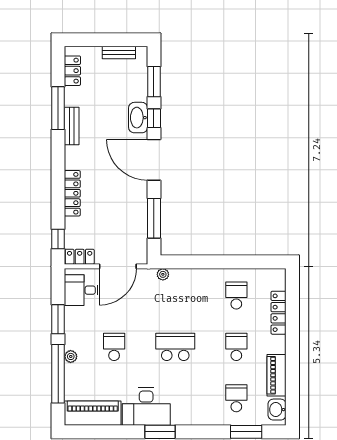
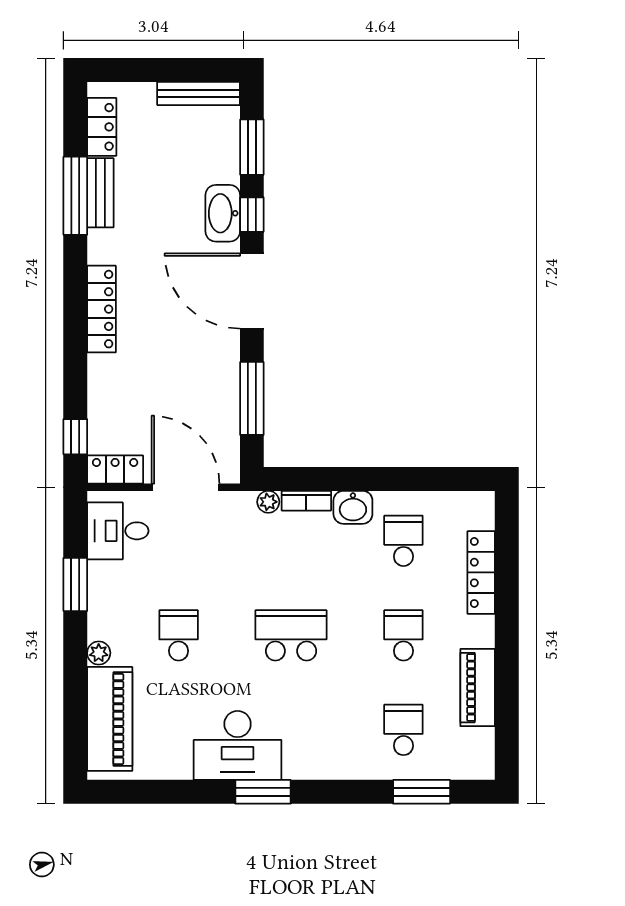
bench: (119, 52) -> (198, 93), width x1.36
bench: (72, 126) -> (100, 193), moved
locker: (72, 193) -> (101, 309), moved
door: (118, 266) -> (185, 487), swing flipped
bookcase: (184, 274) -> (306, 501), added
window: (58, 374) -> (75, 685), removed
washbasin: (277, 410) -> (353, 507), moved, turned -90
piano: (93, 413) -> (110, 719), moved, turned 90

